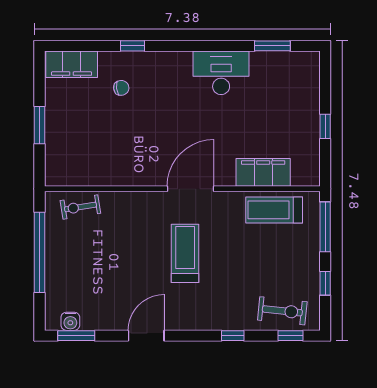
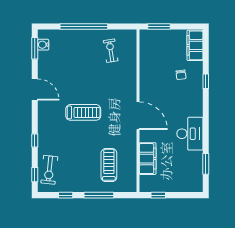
filing cabinet: (263, 172) -> (148, 159), moved
wall: (182, 189) -> (138, 111), moved
door: (191, 189) -> (138, 116), moved

